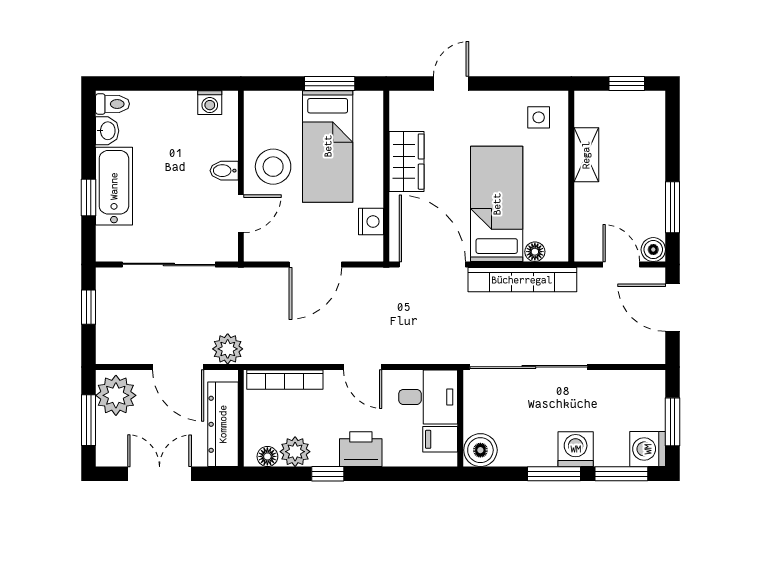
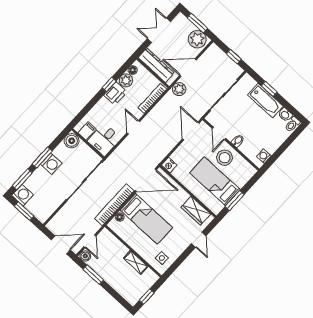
wardrobe: (407, 162) -> (196, 211), moved
nightstand: (371, 222) -> (169, 165), moved
door: (315, 264) -> (191, 131), moved
door: (621, 264) -> (90, 241), hinge flipped
door: (363, 367) -> (133, 127), hinge flipped
printer: (361, 449) -> (115, 94), moved
washing machine: (576, 449) -> (51, 164), moved
double door: (160, 474) -> (159, 30), swing flipped

